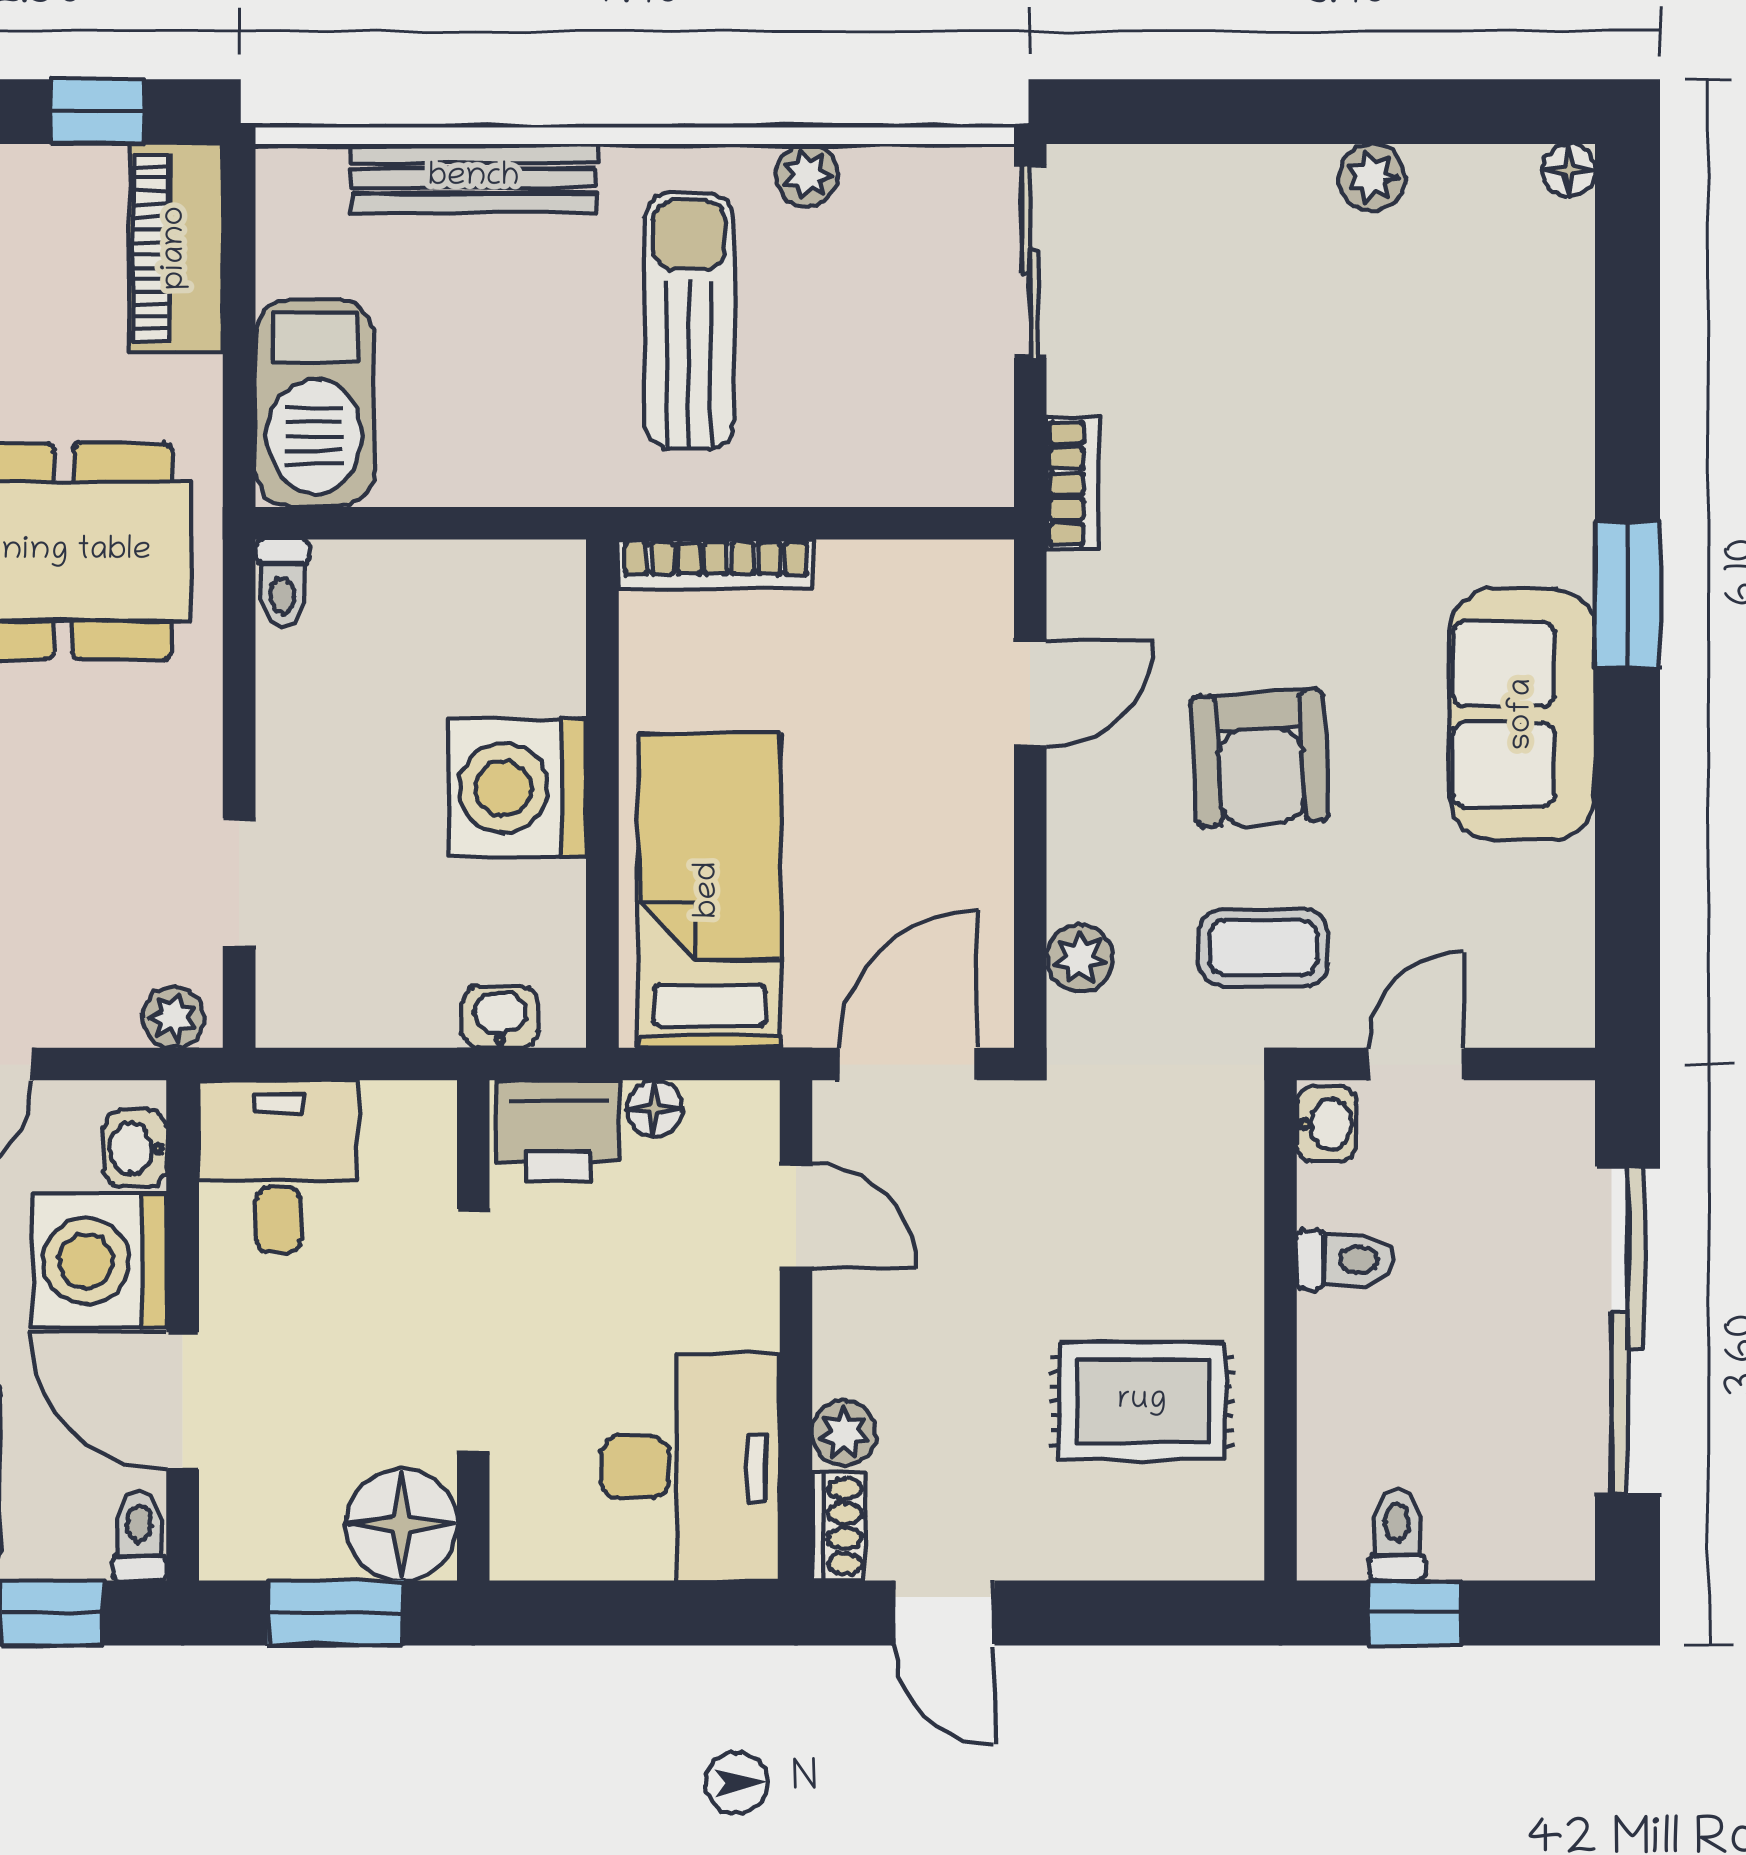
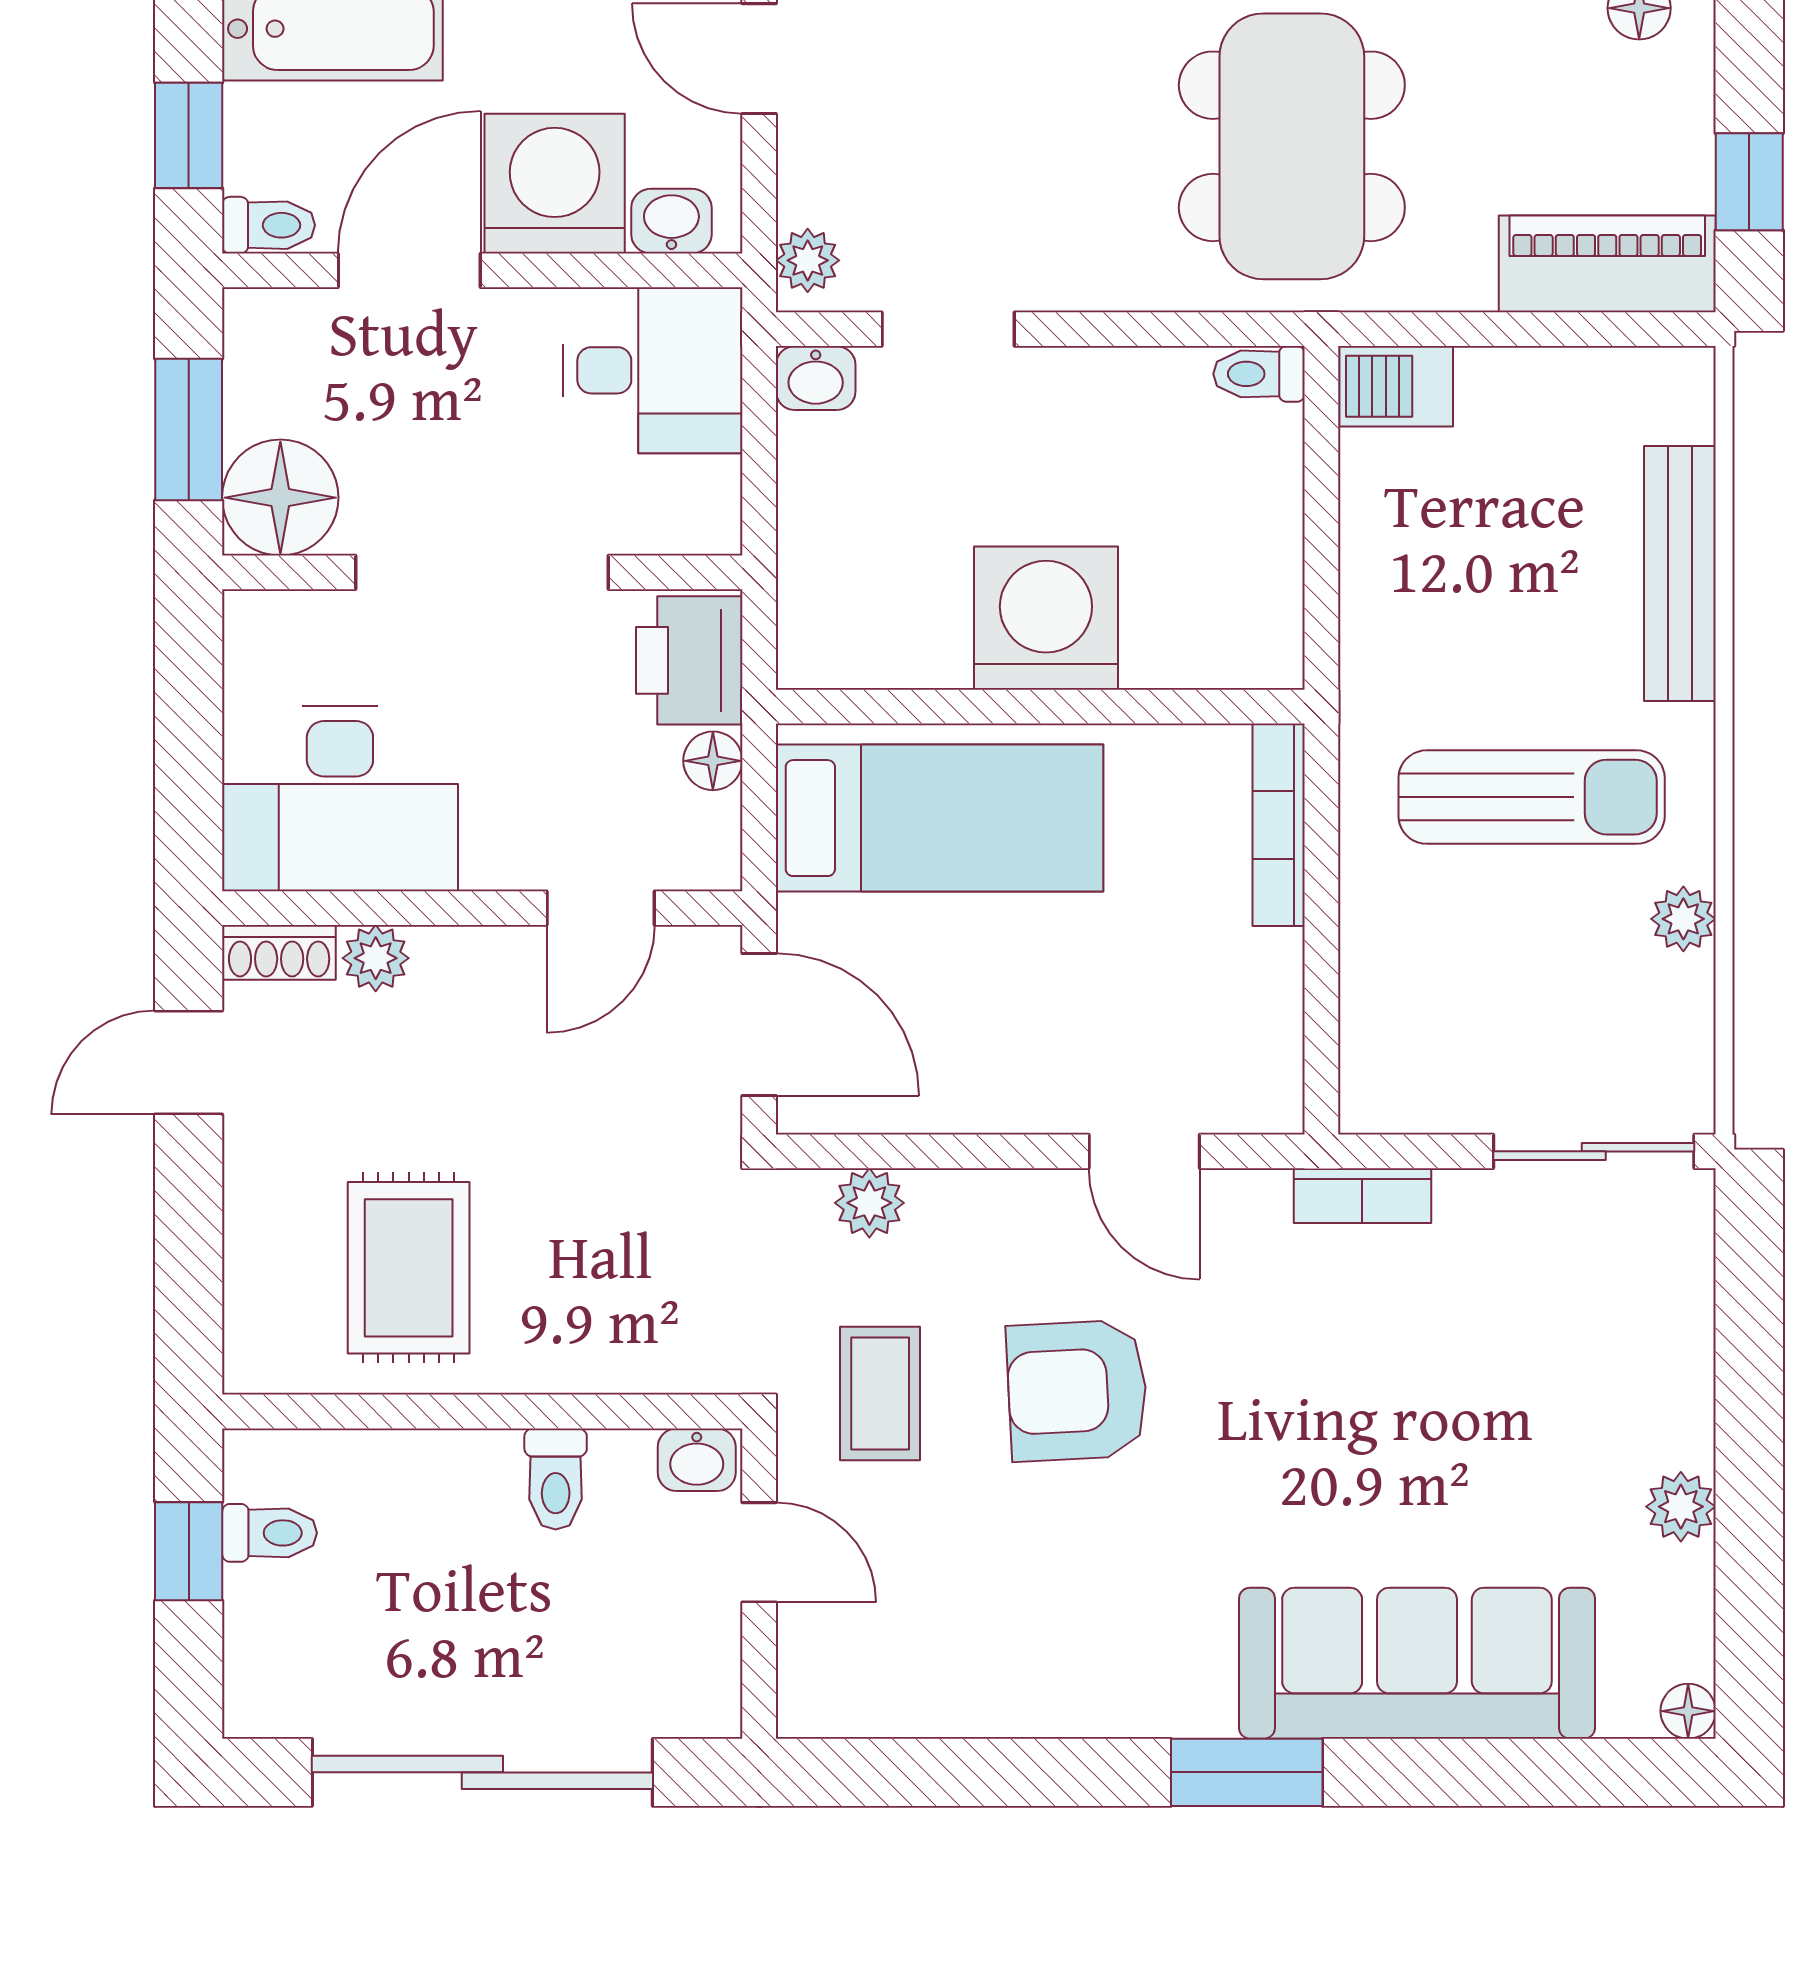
barbecue: (315, 403) -> (1396, 386), width x0.53, depth x0.65
sofa: (1523, 714) -> (1417, 1663), moved, width x1.36
washbasin: (500, 1017) -> (816, 378), moved, turned 90

